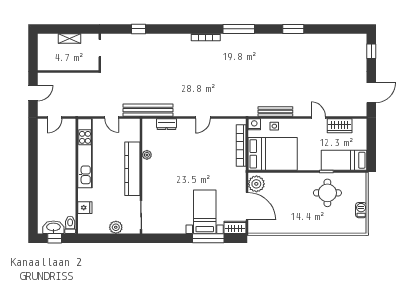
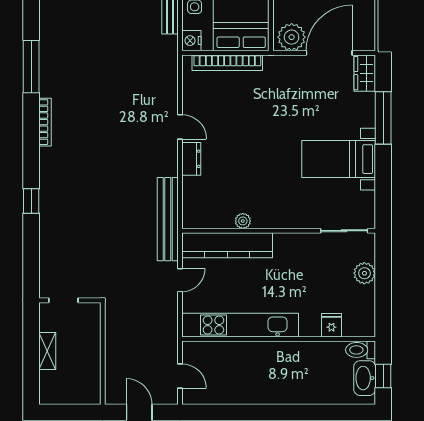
window: (138, 29) -> (31, 201), moved
dresser: (166, 124) -> (191, 159), moved
kitchen counter: (132, 169) -> (227, 245), moved
bed with nightstands: (205, 212) -> (339, 159), moved

